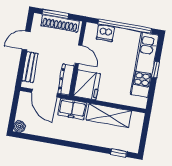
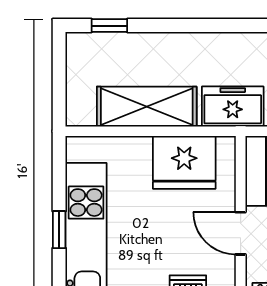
fridge: (87, 85) -> (184, 162), moved, turned -90

